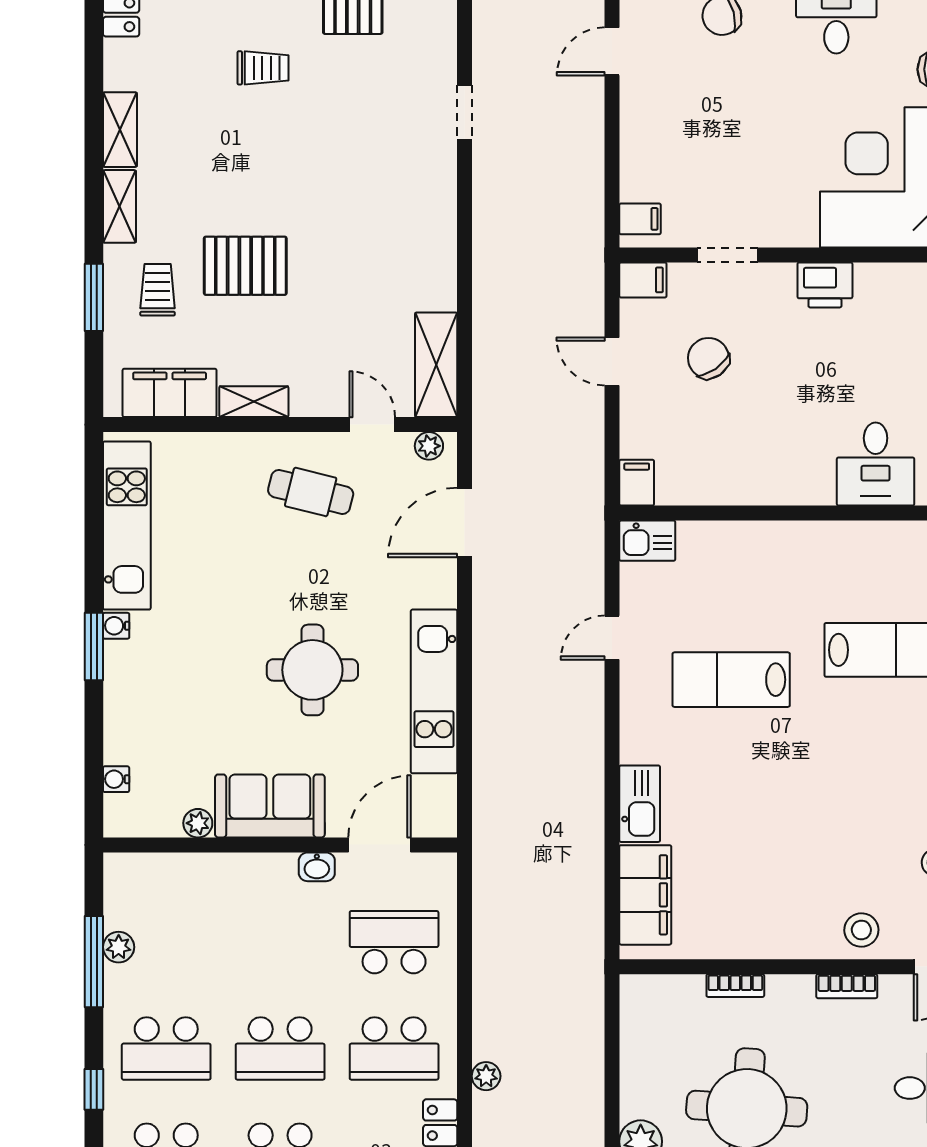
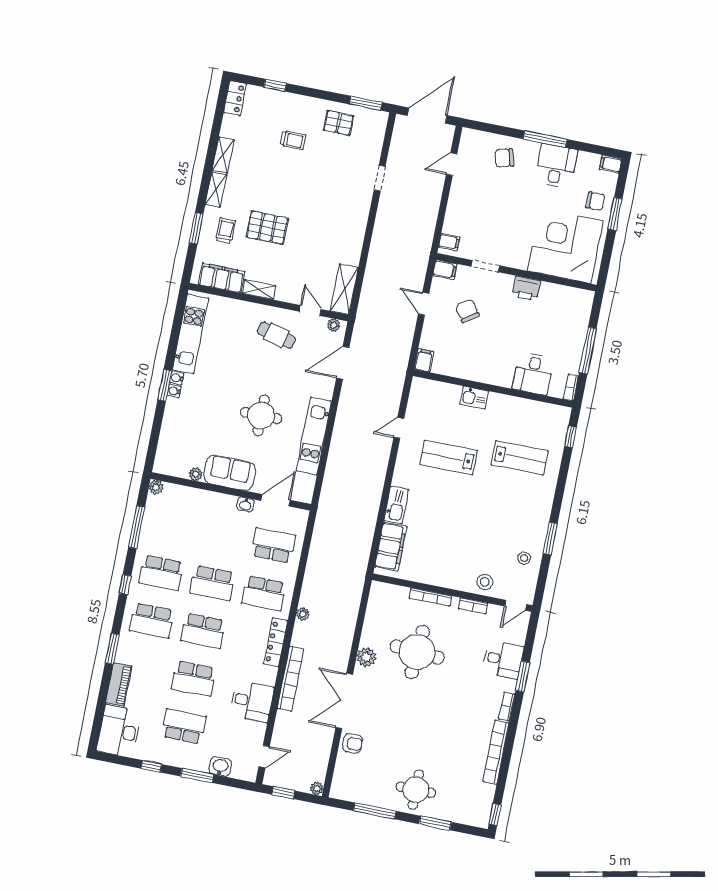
kitchen sink: (647, 541) -> (474, 398), moved
water cooler: (116, 779) -> (174, 391), moved
plant: (119, 947) -> (156, 487), moved
bookcase: (735, 986) -> (430, 597), width x1.56

